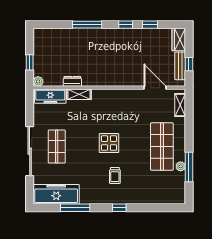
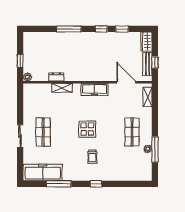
freezer: (50, 96) -> (94, 89), moved
shop shelf: (162, 147) -> (132, 132), width x0.70, depth x0.74
sliding door: (30, 151) -> (20, 136), width x0.54

